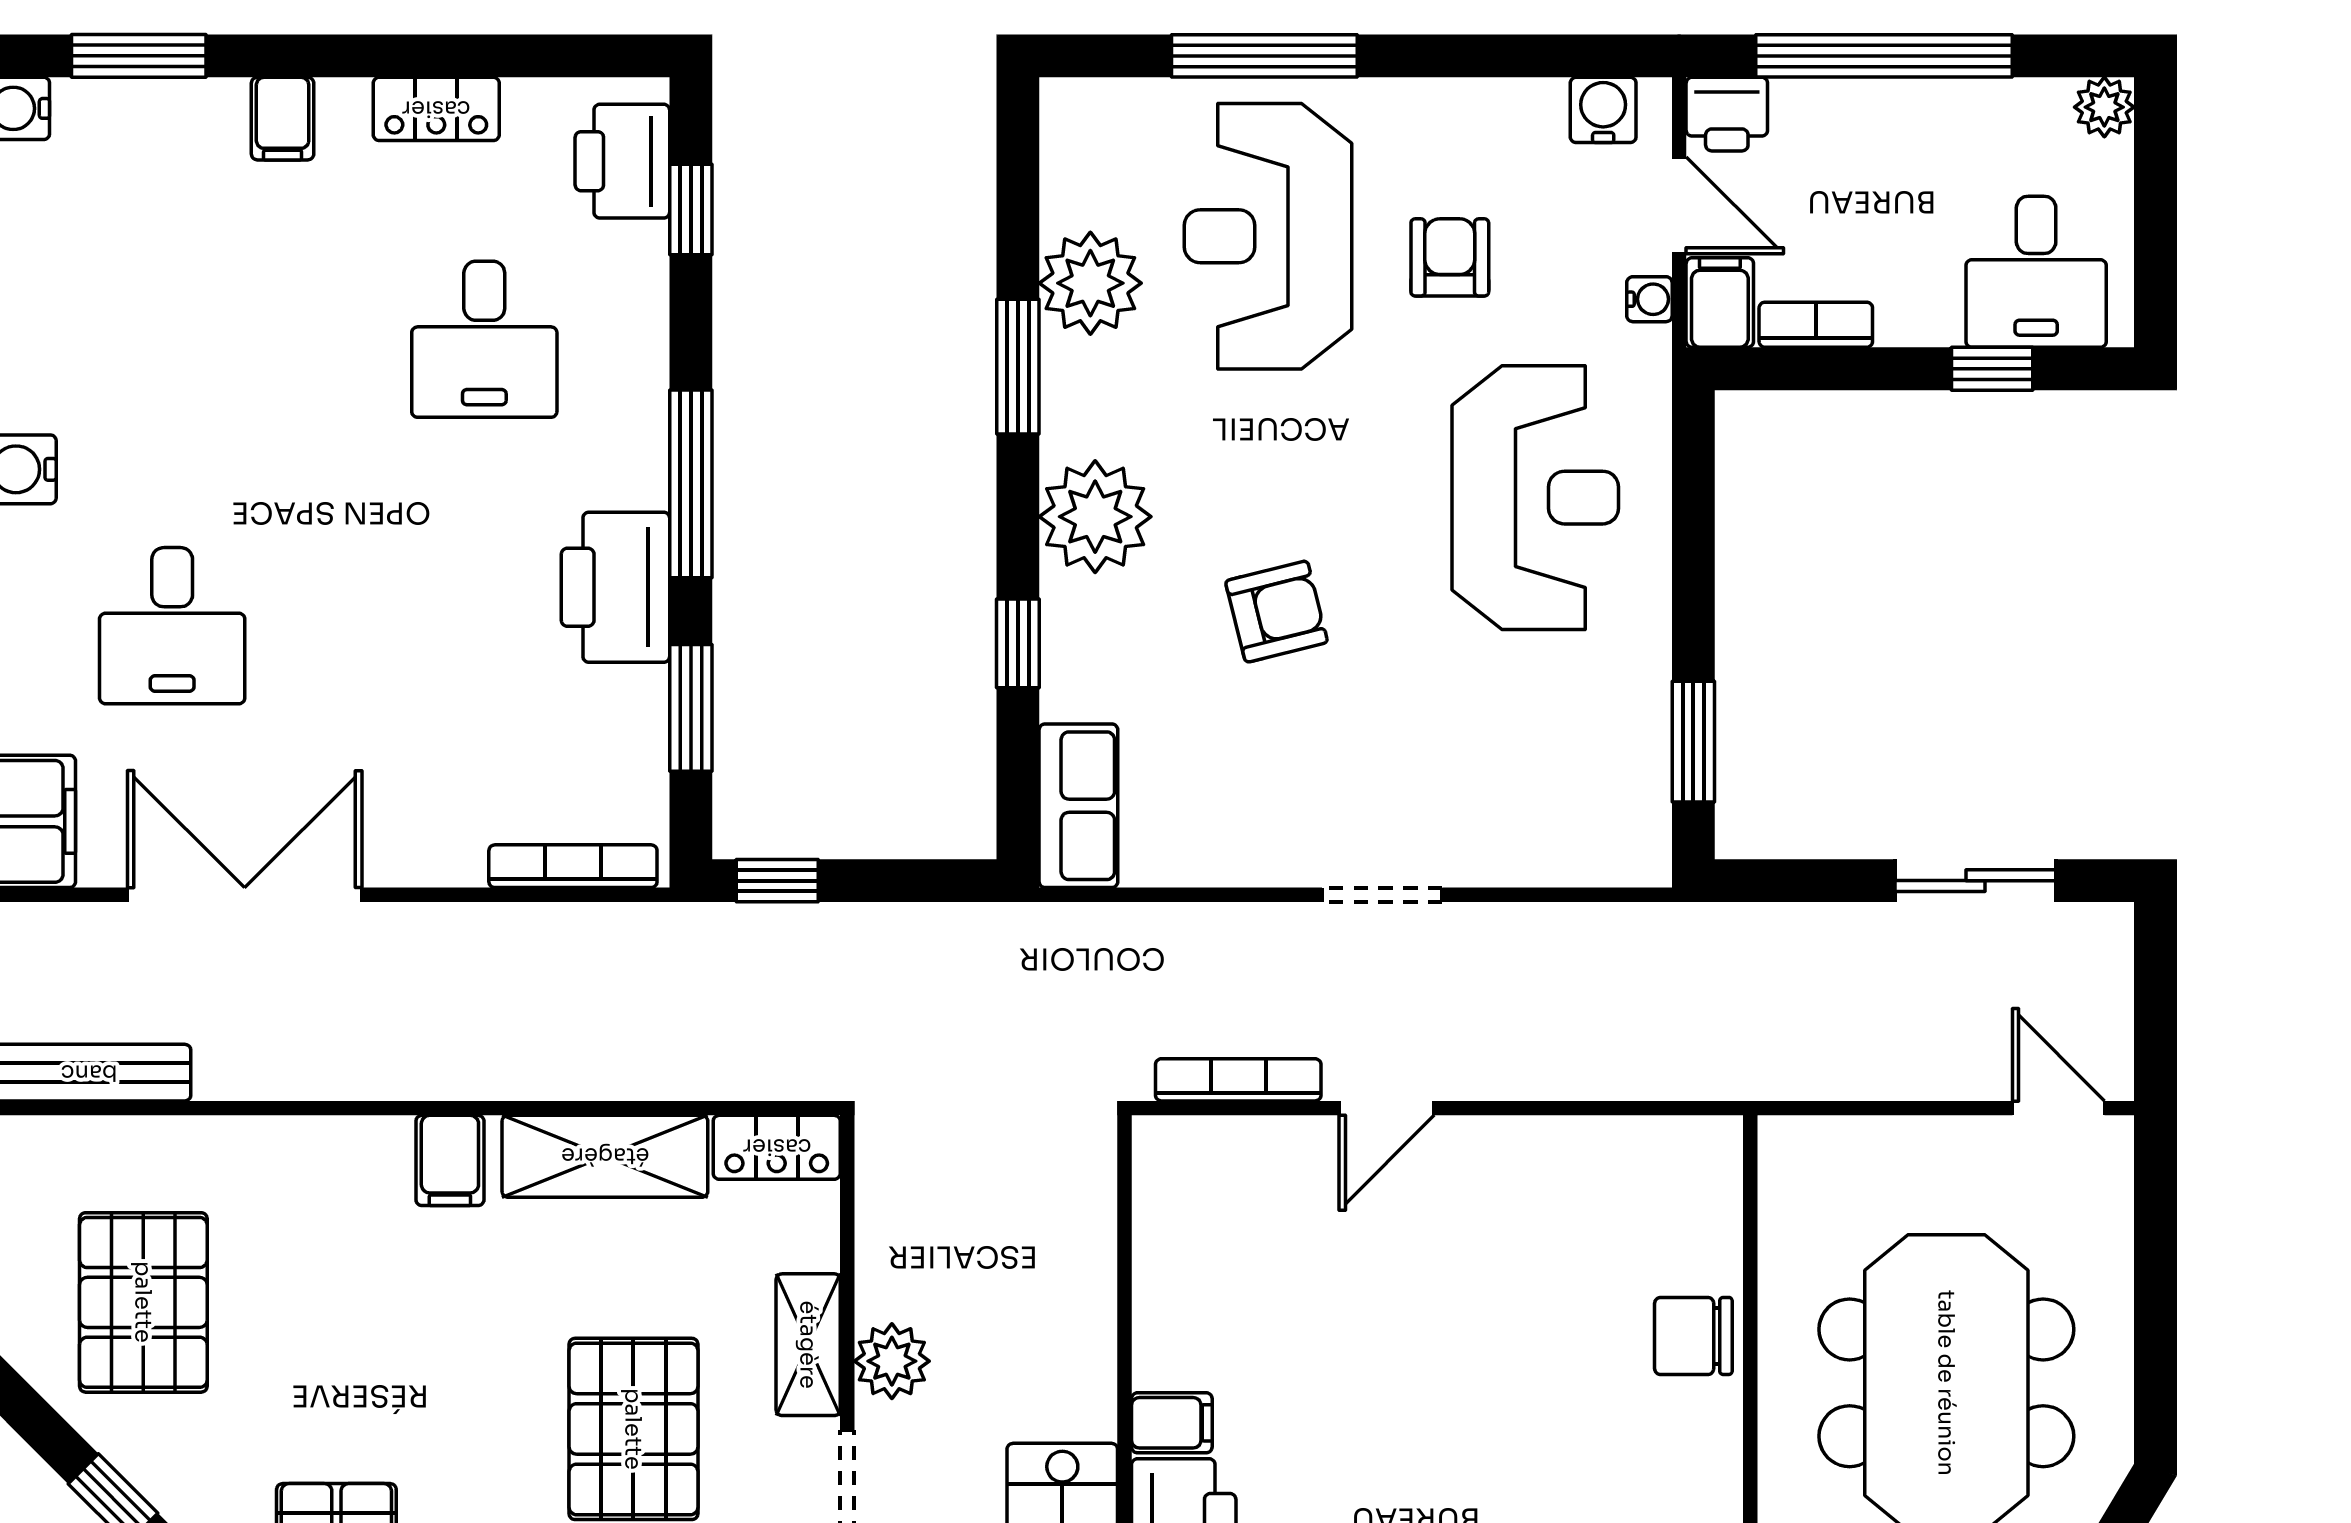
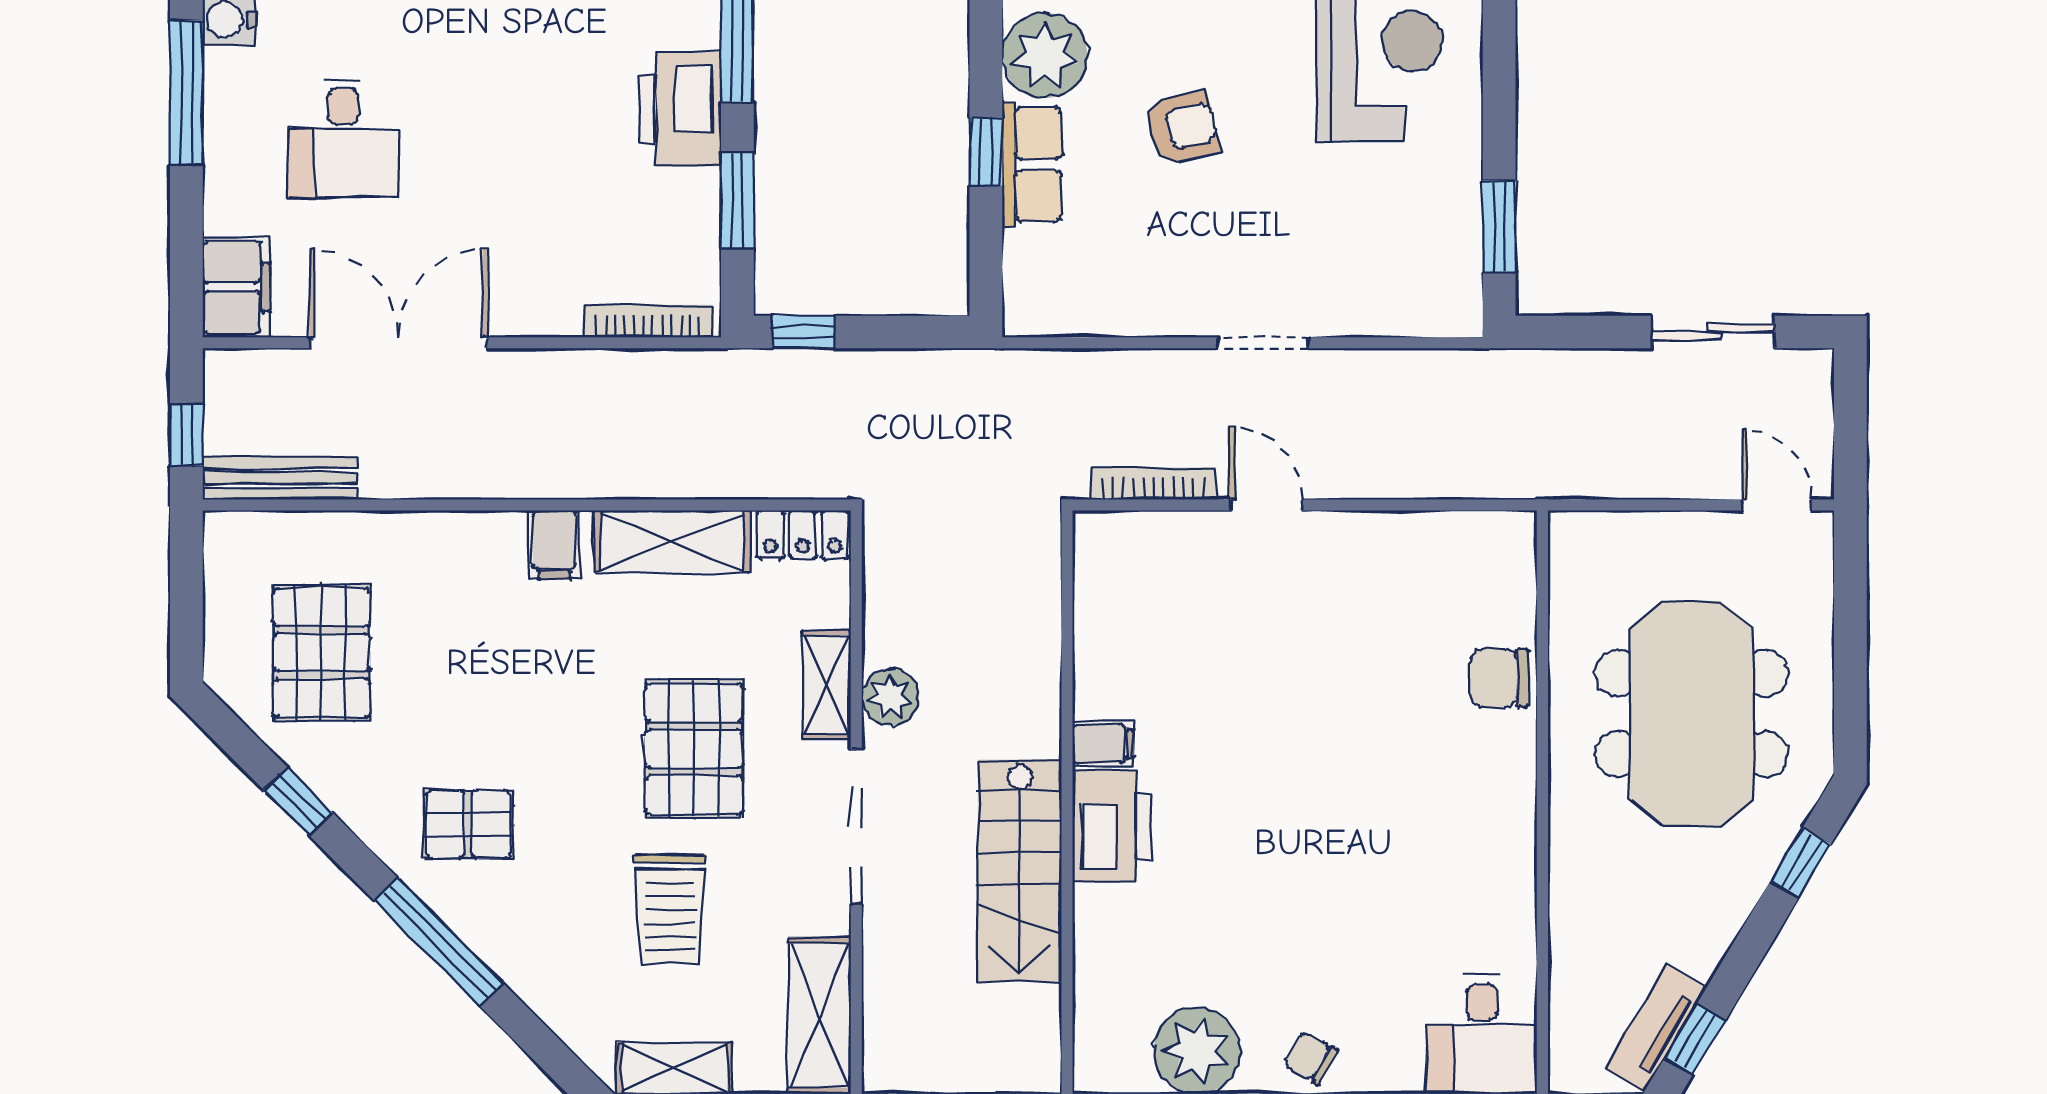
row of seats: (1078, 806) -> (1032, 165), moved
door: (1387, 1108) -> (1266, 505), swing flipped

